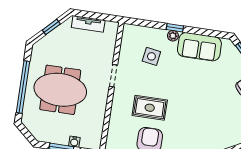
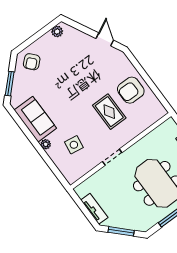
window: (51, 27) -> (121, 231), width x1.50
window: (175, 28) -> (39, 148), removed

